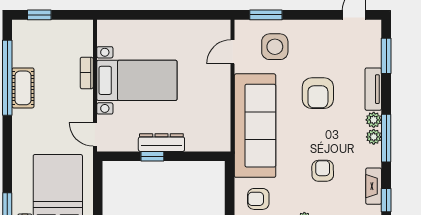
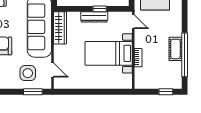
door: (233, 52) -> (53, 70), hinge flipped
wardrobe: (220, 124) -> (60, 28), added

